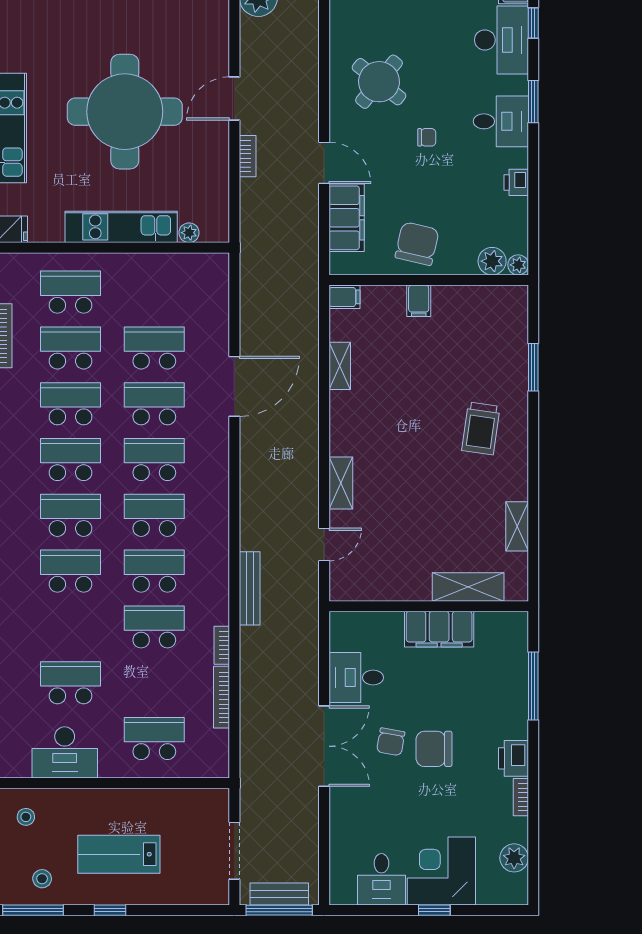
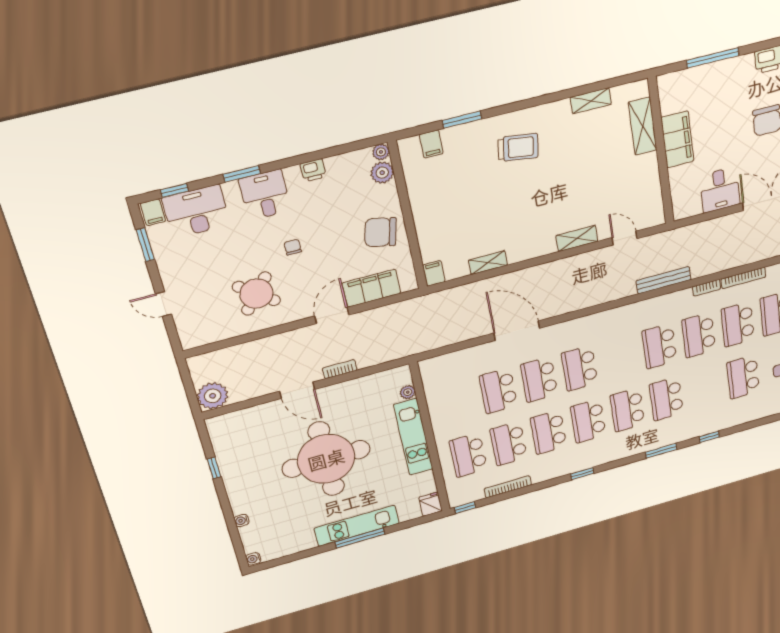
filing cabinet: (419, 301) -> (431, 144), moved, turned 90
school desk: (154, 515) -> (738, 324), moved
chair: (391, 742) -> (765, 153), removed

